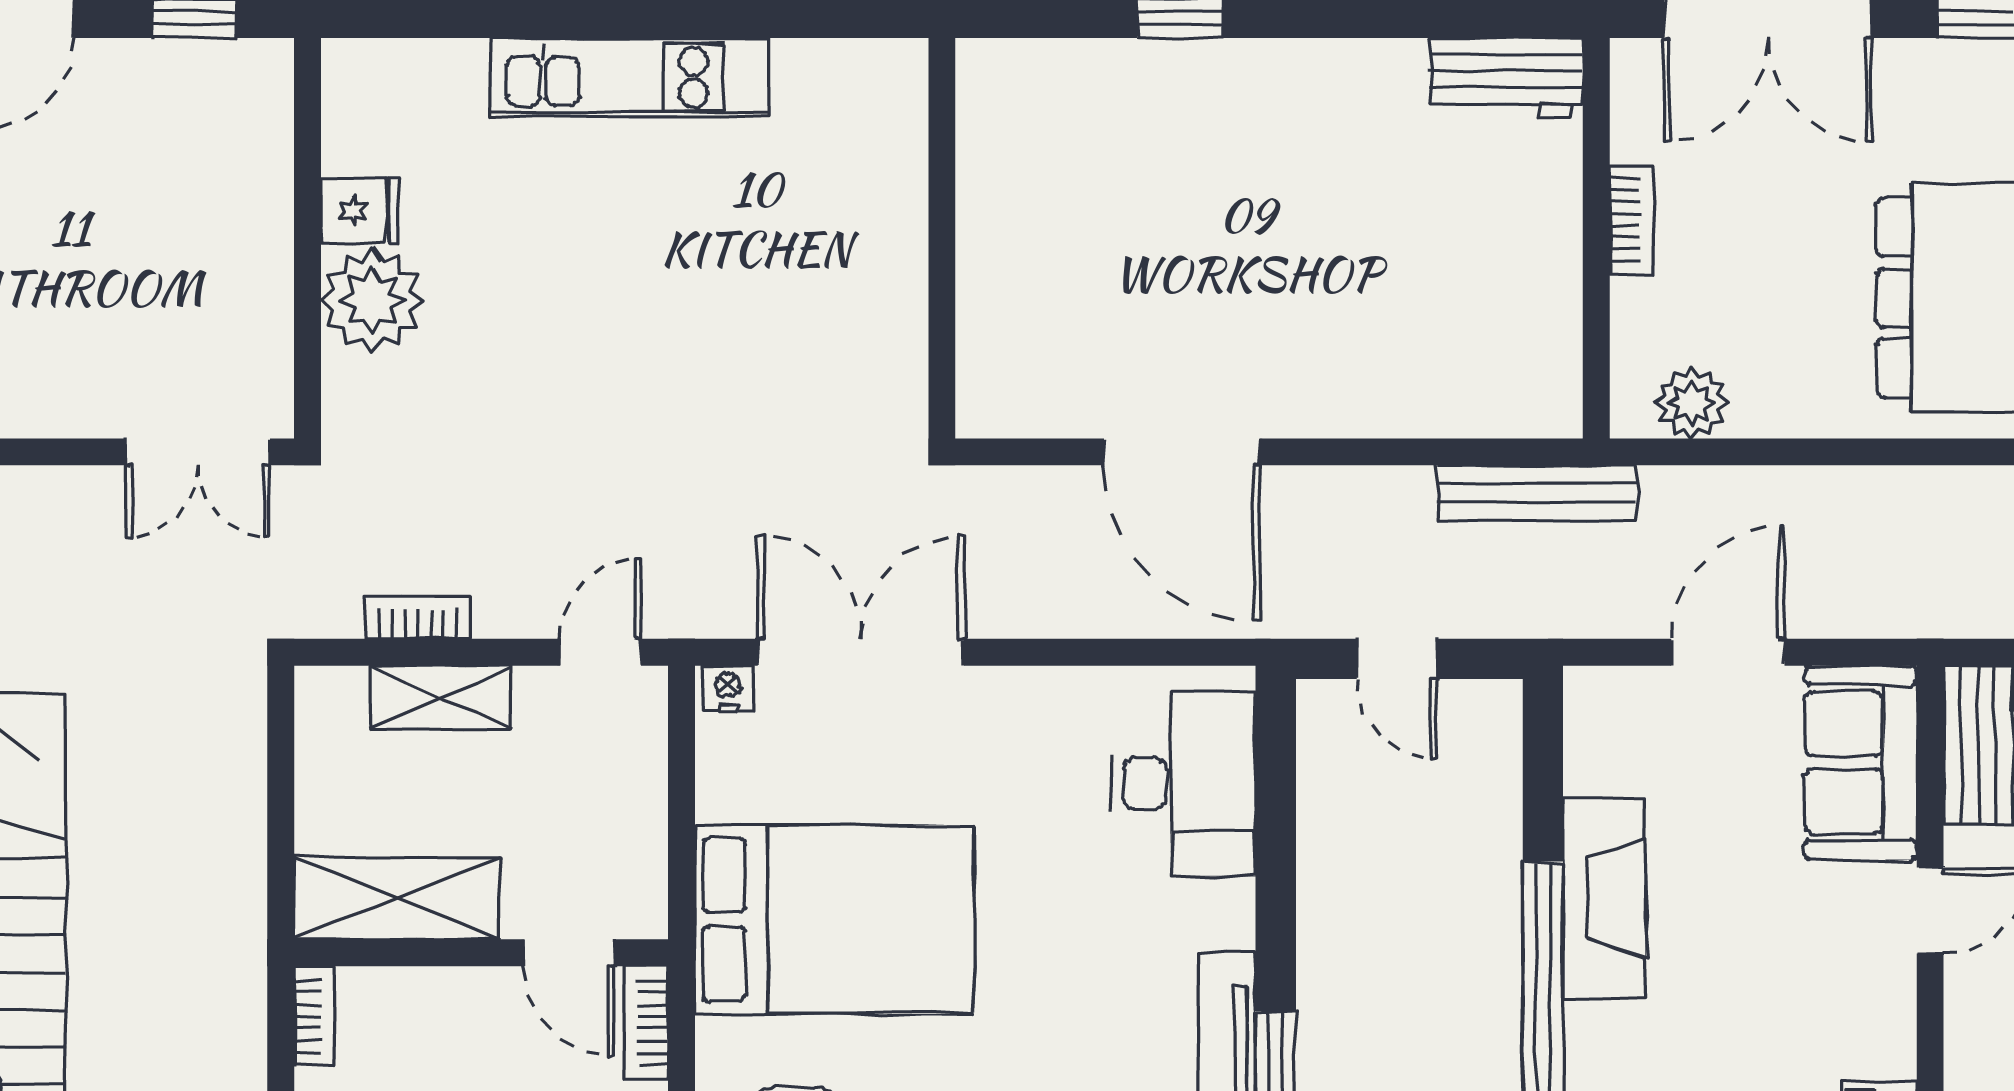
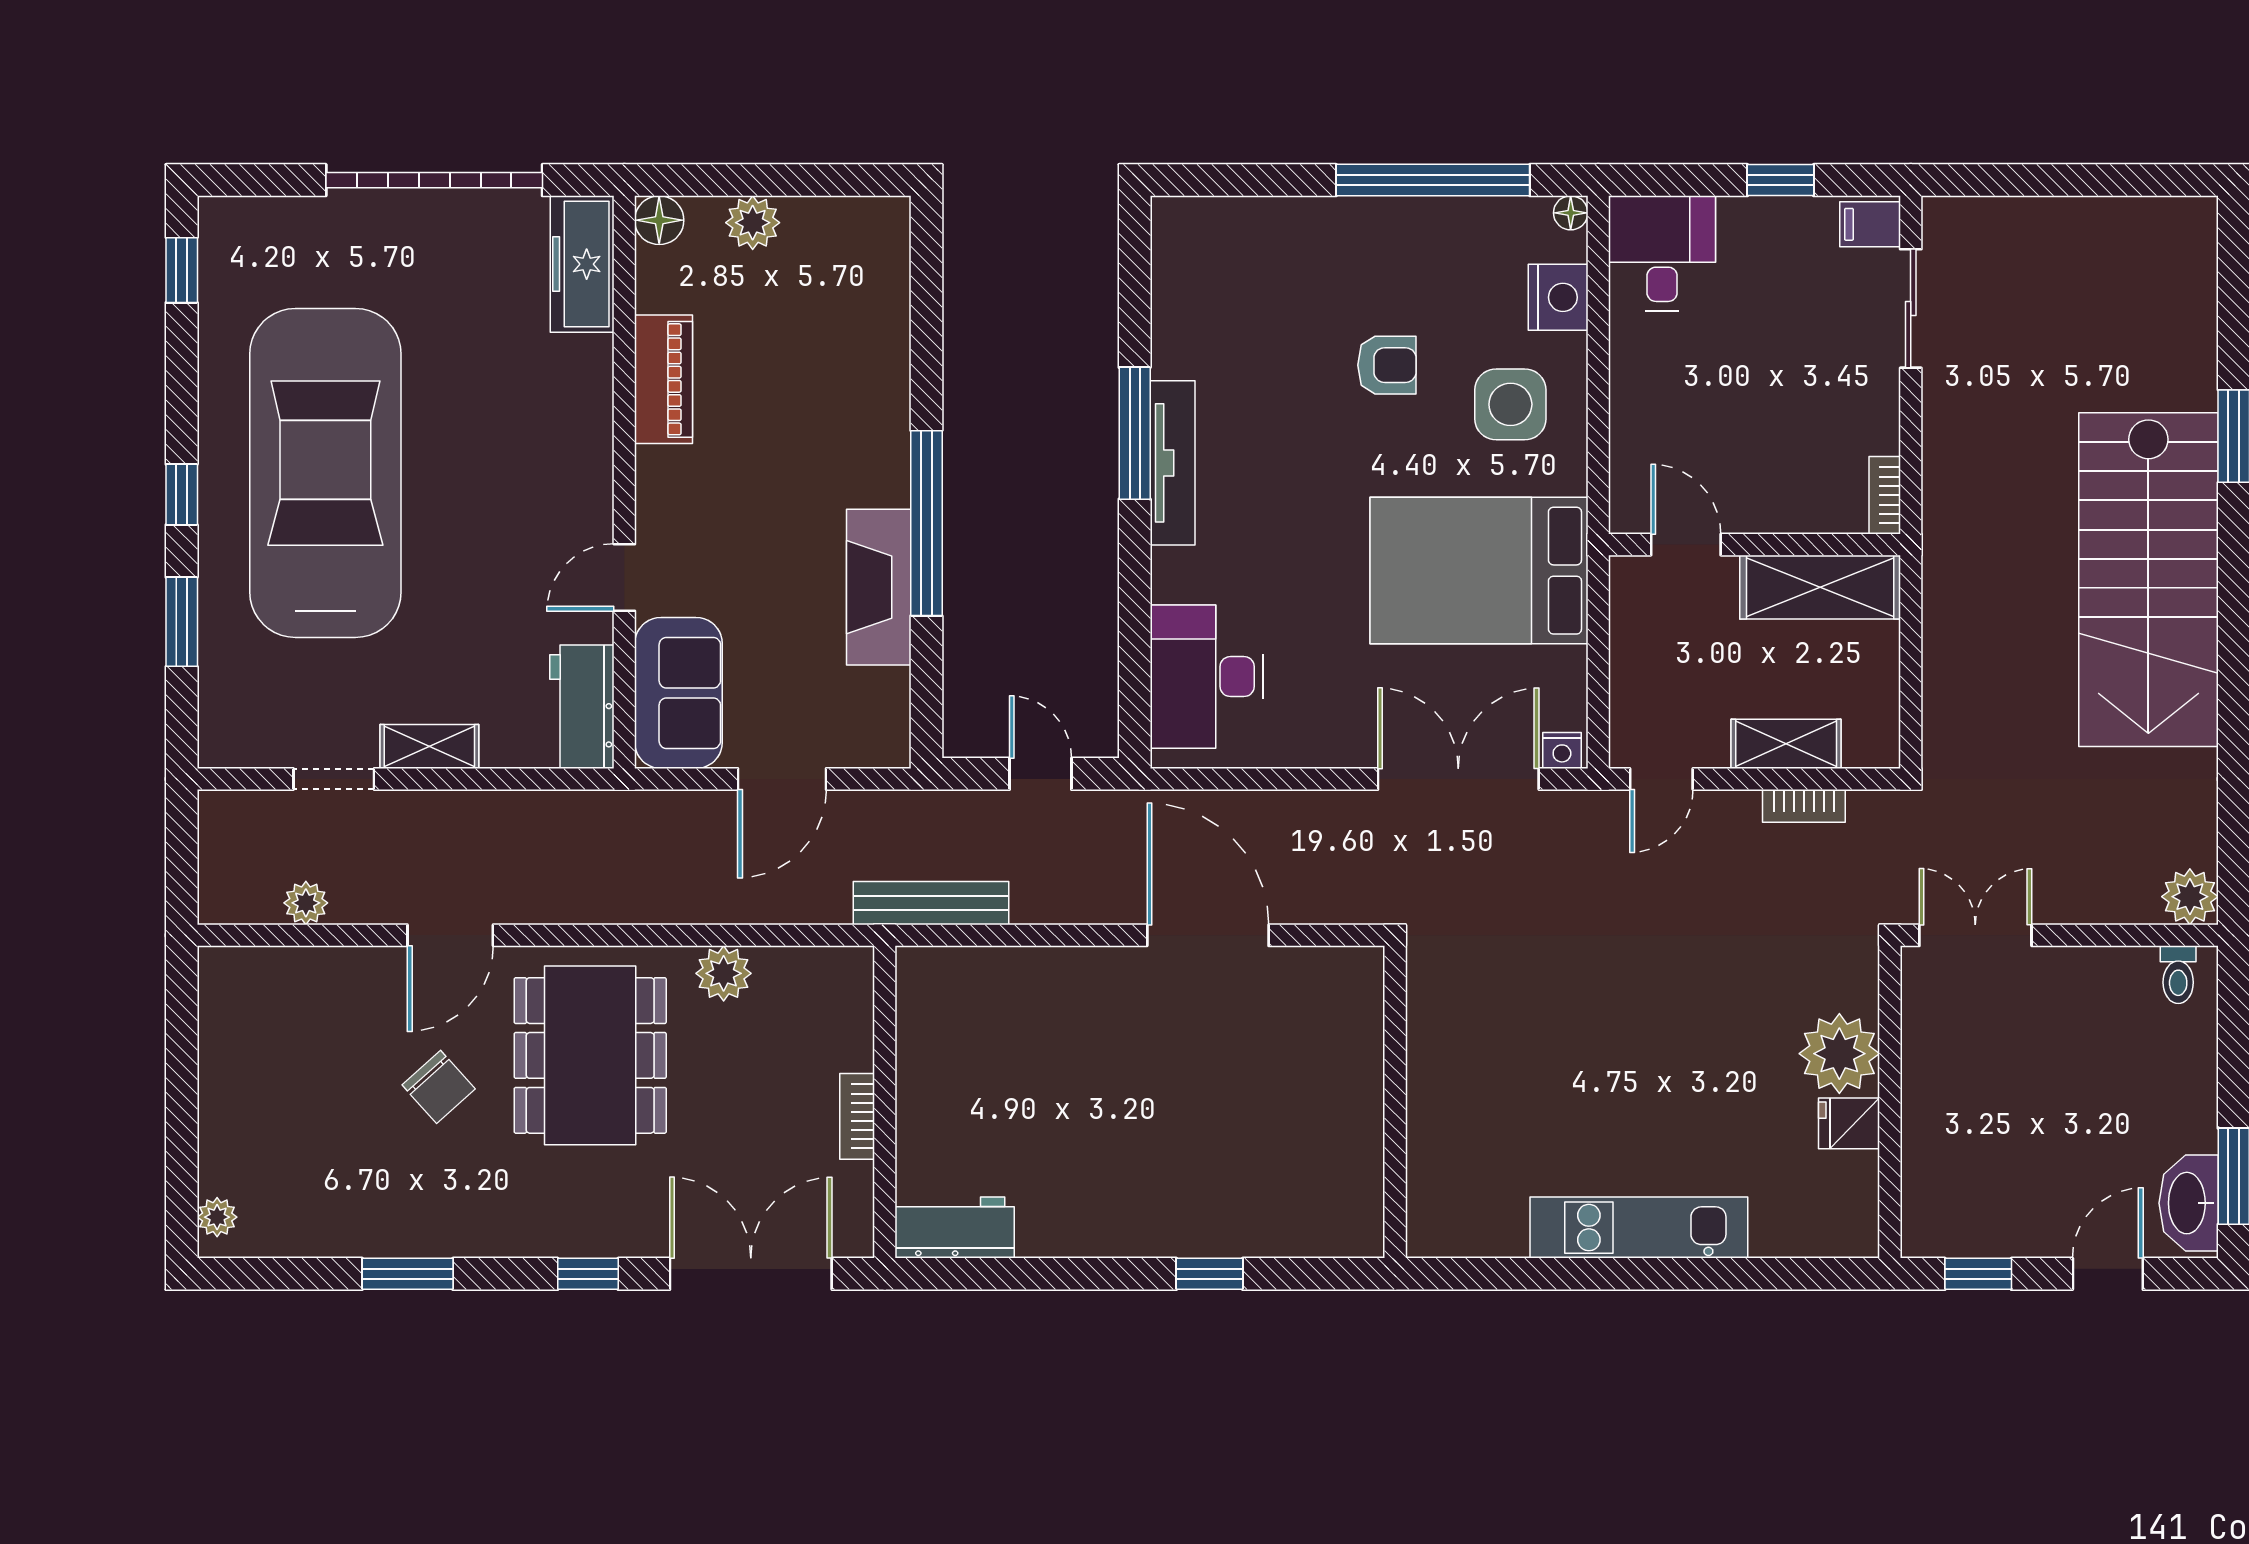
plant: (1691, 403) -> (724, 973), moved
double door: (861, 652) -> (1458, 779), swing flipped
bookcase: (645, 1023) -> (1626, 490), removed

